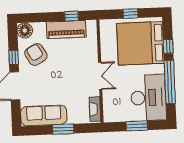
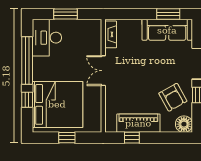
desk: (149, 98) -> (47, 38), width x0.73, depth x0.77
window: (63, 129) -> (168, 14), moved

